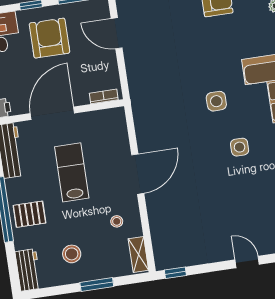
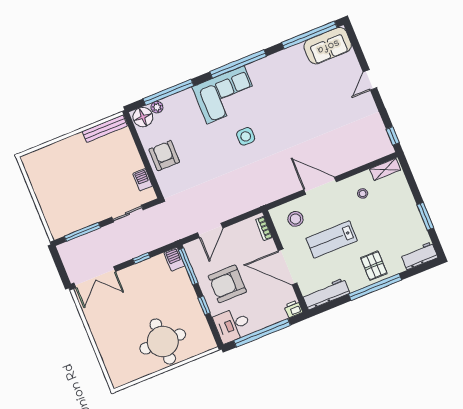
side table: (240, 147) -> (278, 109), removed
stool: (72, 254) -> (295, 219), moved
window: (97, 284) -> (425, 216), moved

